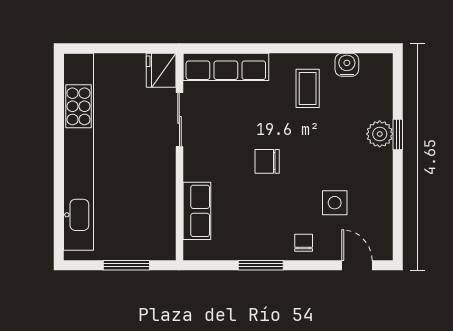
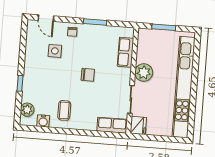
row of seats: (226, 67) -> (112, 125), width x0.68
plant: (380, 134) -> (27, 110), moved
plant: (158, 174) -> (144, 72), added

